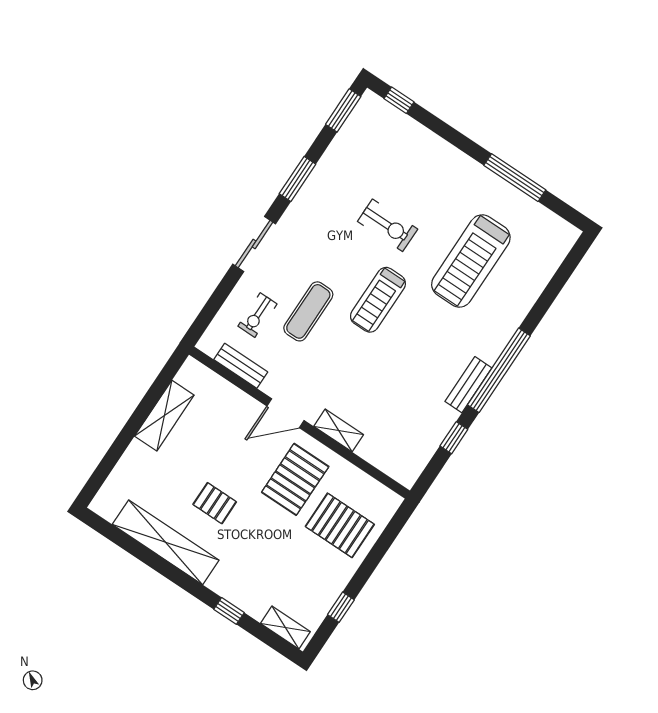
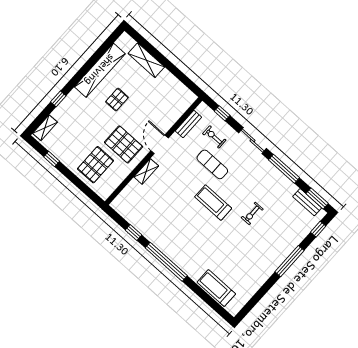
window: (515, 178) -> (290, 261), moved
window: (297, 179) -> (284, 169), width x1.44
exercise bike: (388, 225) -> (252, 213), width x0.73, depth x0.72
treadmill: (471, 261) -> (216, 288), moved, width x0.73, depth x0.73
window: (212, 307) -> (222, 113), added
bench: (468, 385) -> (307, 202), moved
shelving: (164, 416) -> (146, 60), moved

